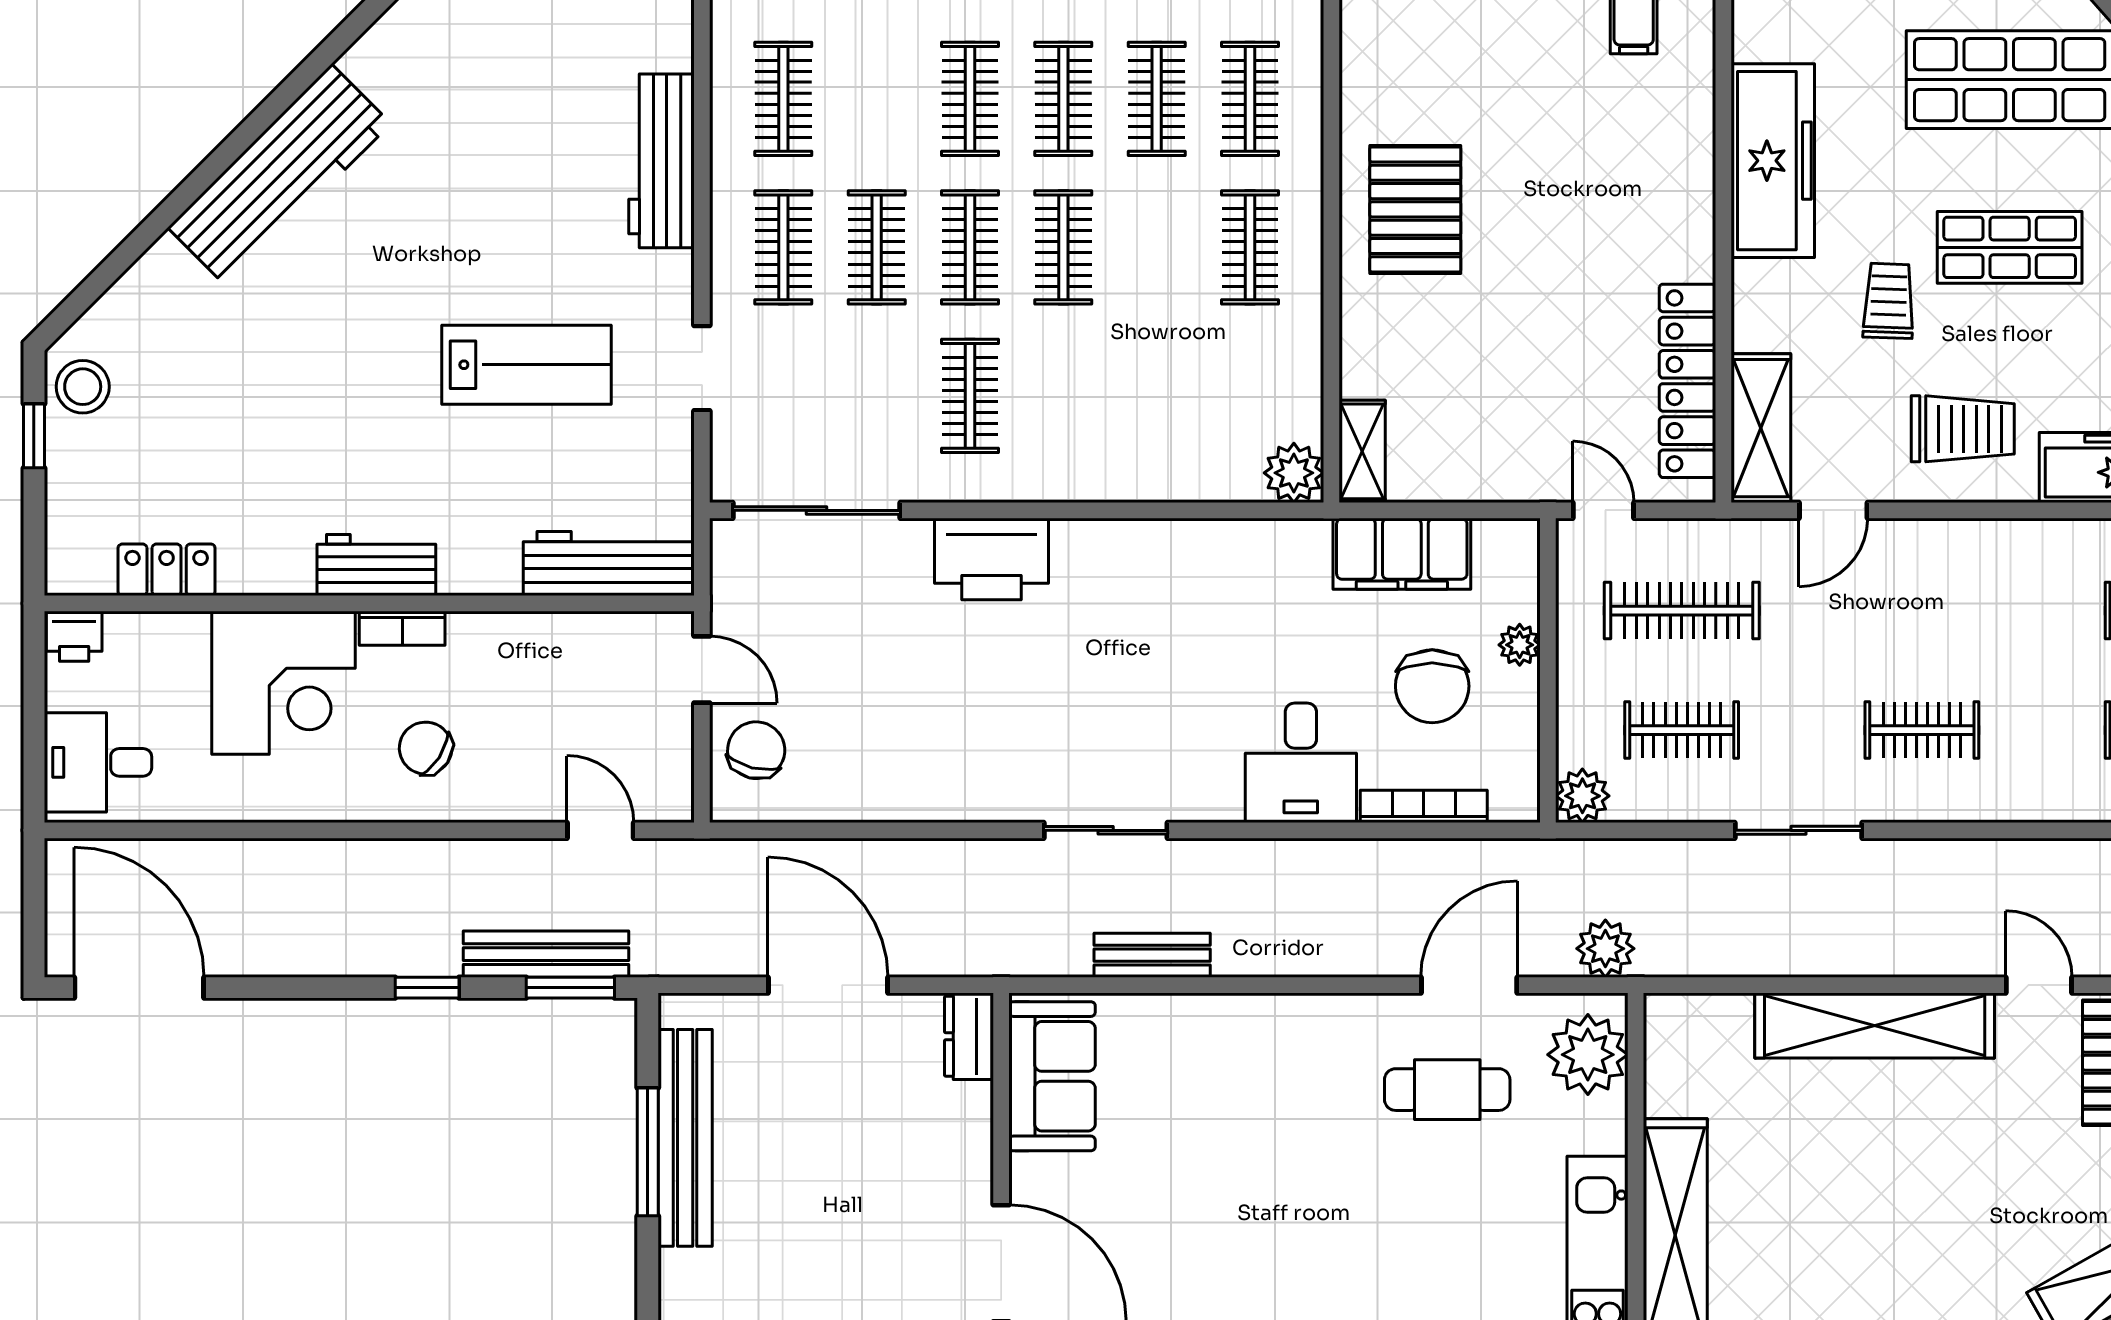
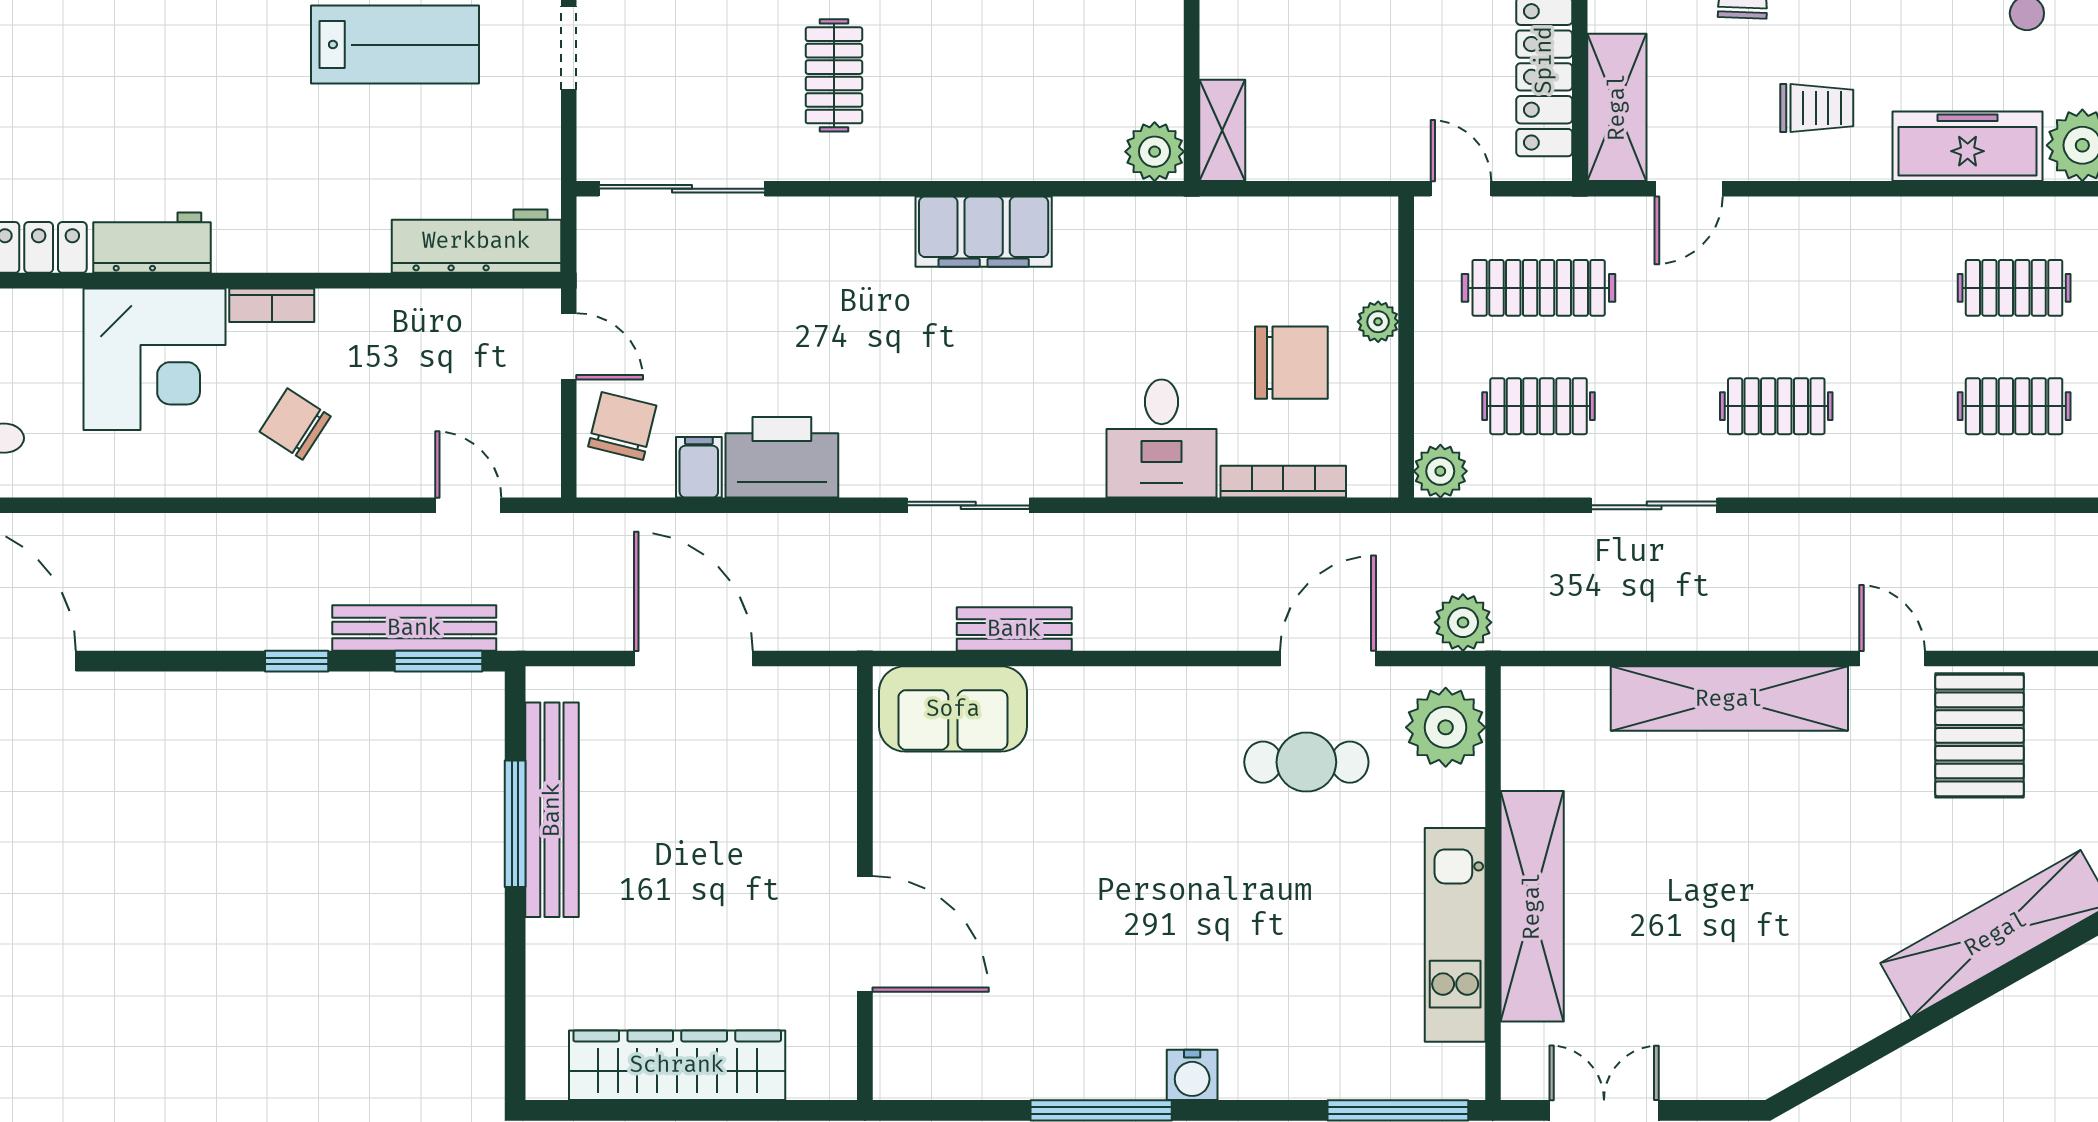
trolley: (1963, 429) -> (1817, 108), width x0.73, depth x0.72
filing cabinet: (1402, 554) -> (984, 232), moved
printer: (991, 559) -> (782, 457), moved, turned 180
workbench: (376, 565) -> (152, 243), moved
chair: (1432, 686) -> (1291, 363), turned -90
filing cabinet: (833, 792) -> (699, 467), added
dresser: (969, 1036) -> (833, 709), removed
sofa: (1052, 1076) -> (953, 709), moved, turned 90

